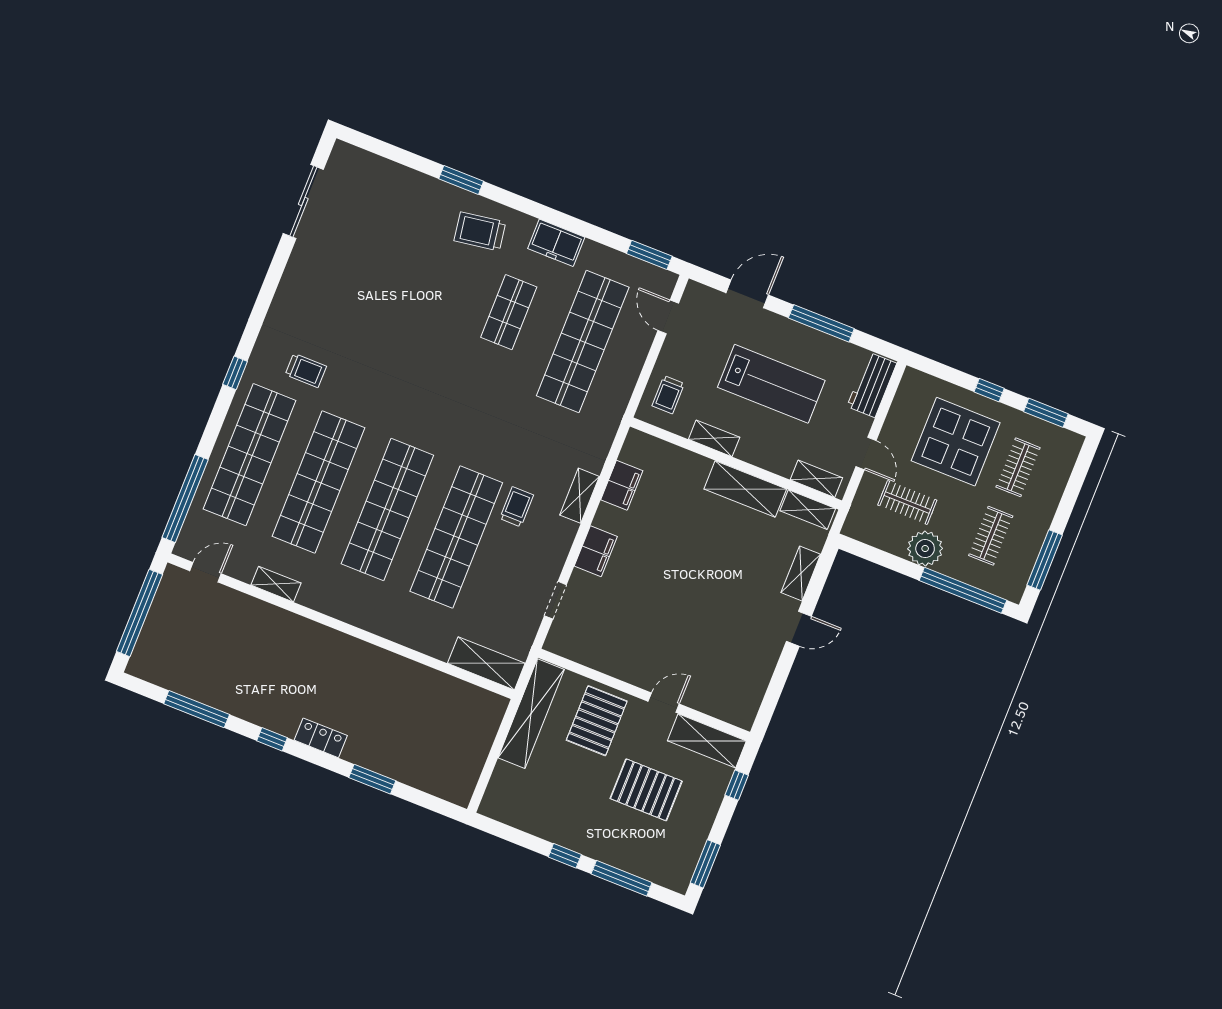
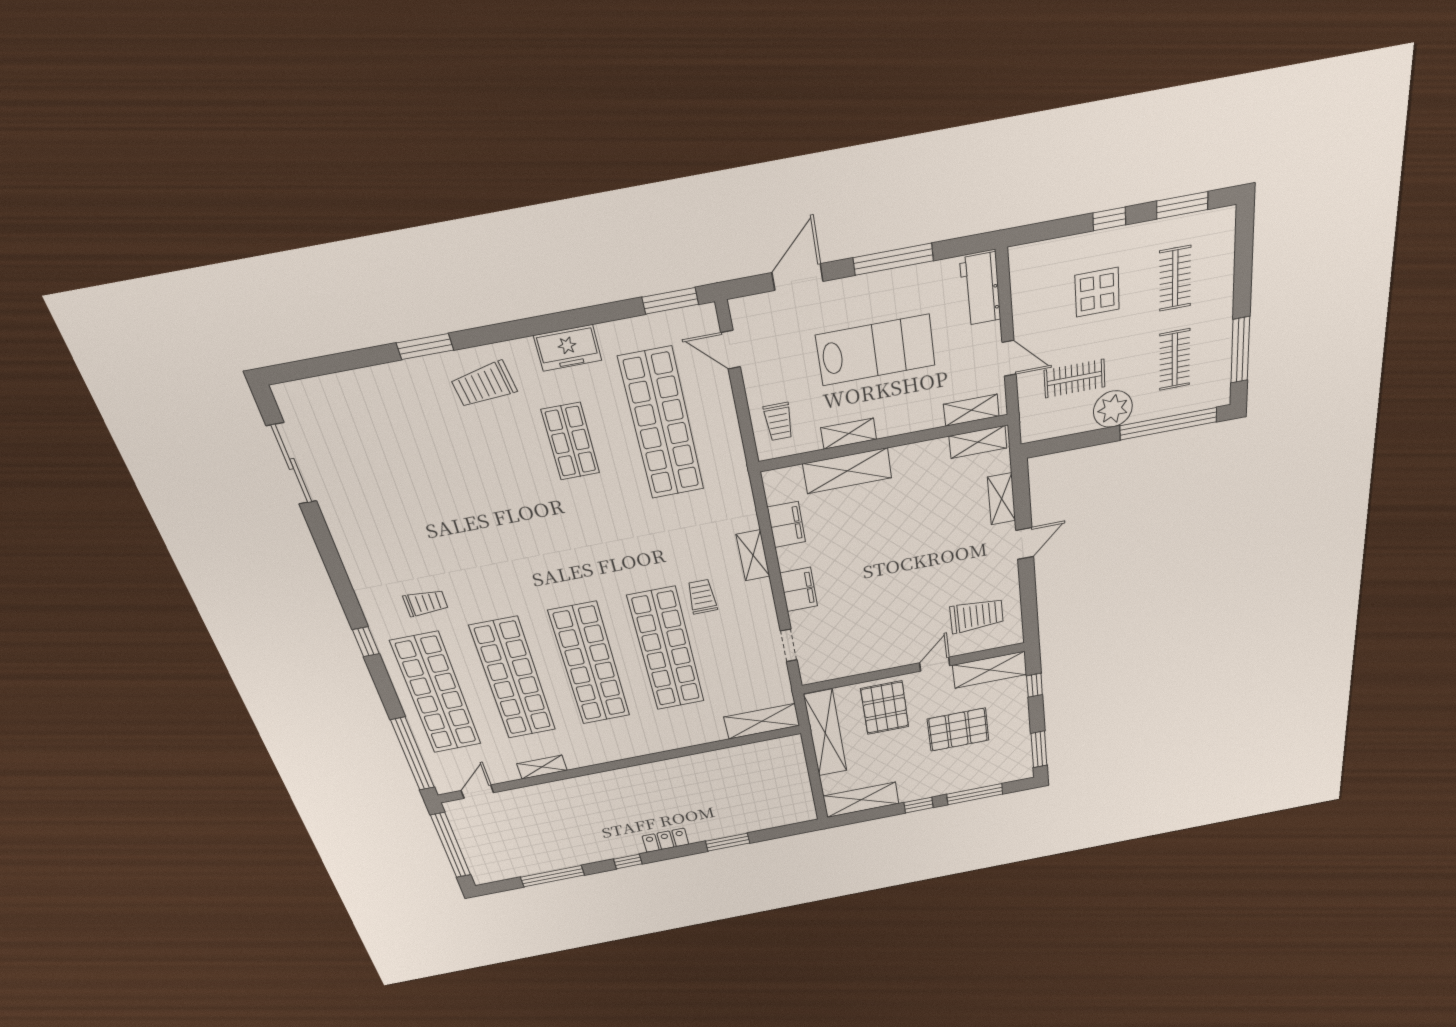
display table: (956, 442) -> (1097, 292), width x0.54, depth x0.54
shelving: (745, 489) -> (847, 471), moved
trolley: (724, 675) -> (977, 616), added
shelving: (518, 813) -> (861, 800), added

